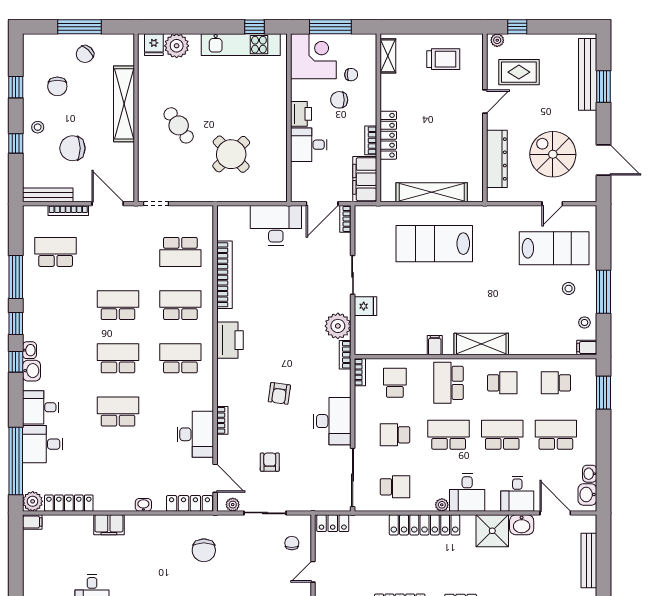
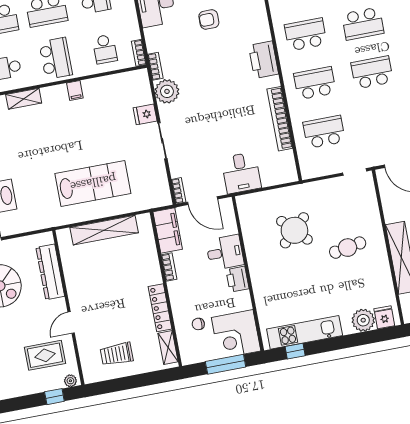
chair: (339, 100) -> (205, 299), removed
cafe table: (179, 125) -> (348, 248), turned -65
locker: (388, 135) -> (160, 308), moved
door: (322, 204) -> (203, 201), swing flipped
desk: (276, 225) -> (241, 173), width x0.73
school desk: (118, 305) -> (372, 72), turned 180
school desk: (180, 305) -> (315, 83), turned 180
shelving: (481, 344) -> (24, 99), width x0.67, depth x0.75
school desk: (180, 358) -> (306, 34), turned 180
armchair: (279, 393) -> (209, 19), turned -98

